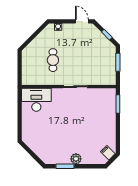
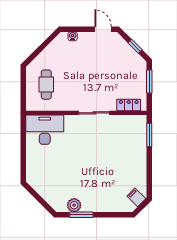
cafe table: (53, 60) -> (46, 85), moved
locker: (102, 81) -> (129, 105), added
plant: (76, 159) -> (74, 205), moved

